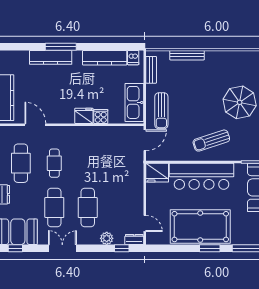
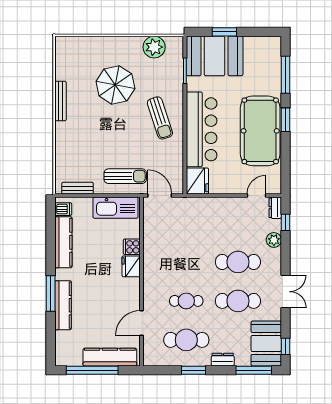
bench: (187, 55) -> (60, 101), moved
double door: (62, 248) -> (286, 292), swing flipped

